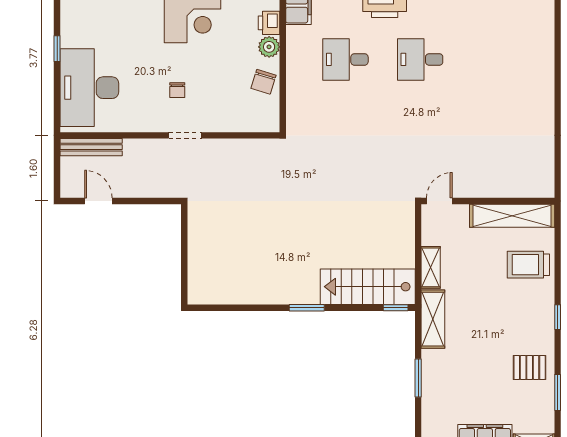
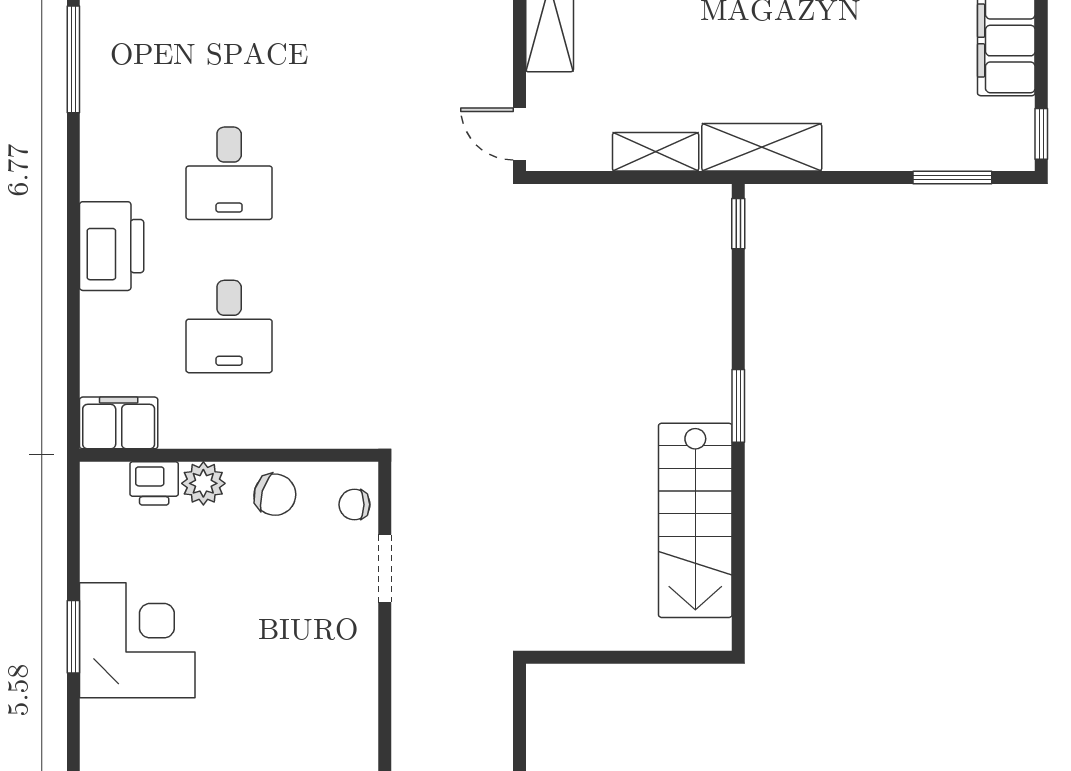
chair: (177, 90) -> (354, 505), moved, turned 180
doorway: (185, 135) -> (385, 568), moved
stairs: (368, 287) -> (695, 520), moved
window: (418, 378) -> (952, 177), moved

